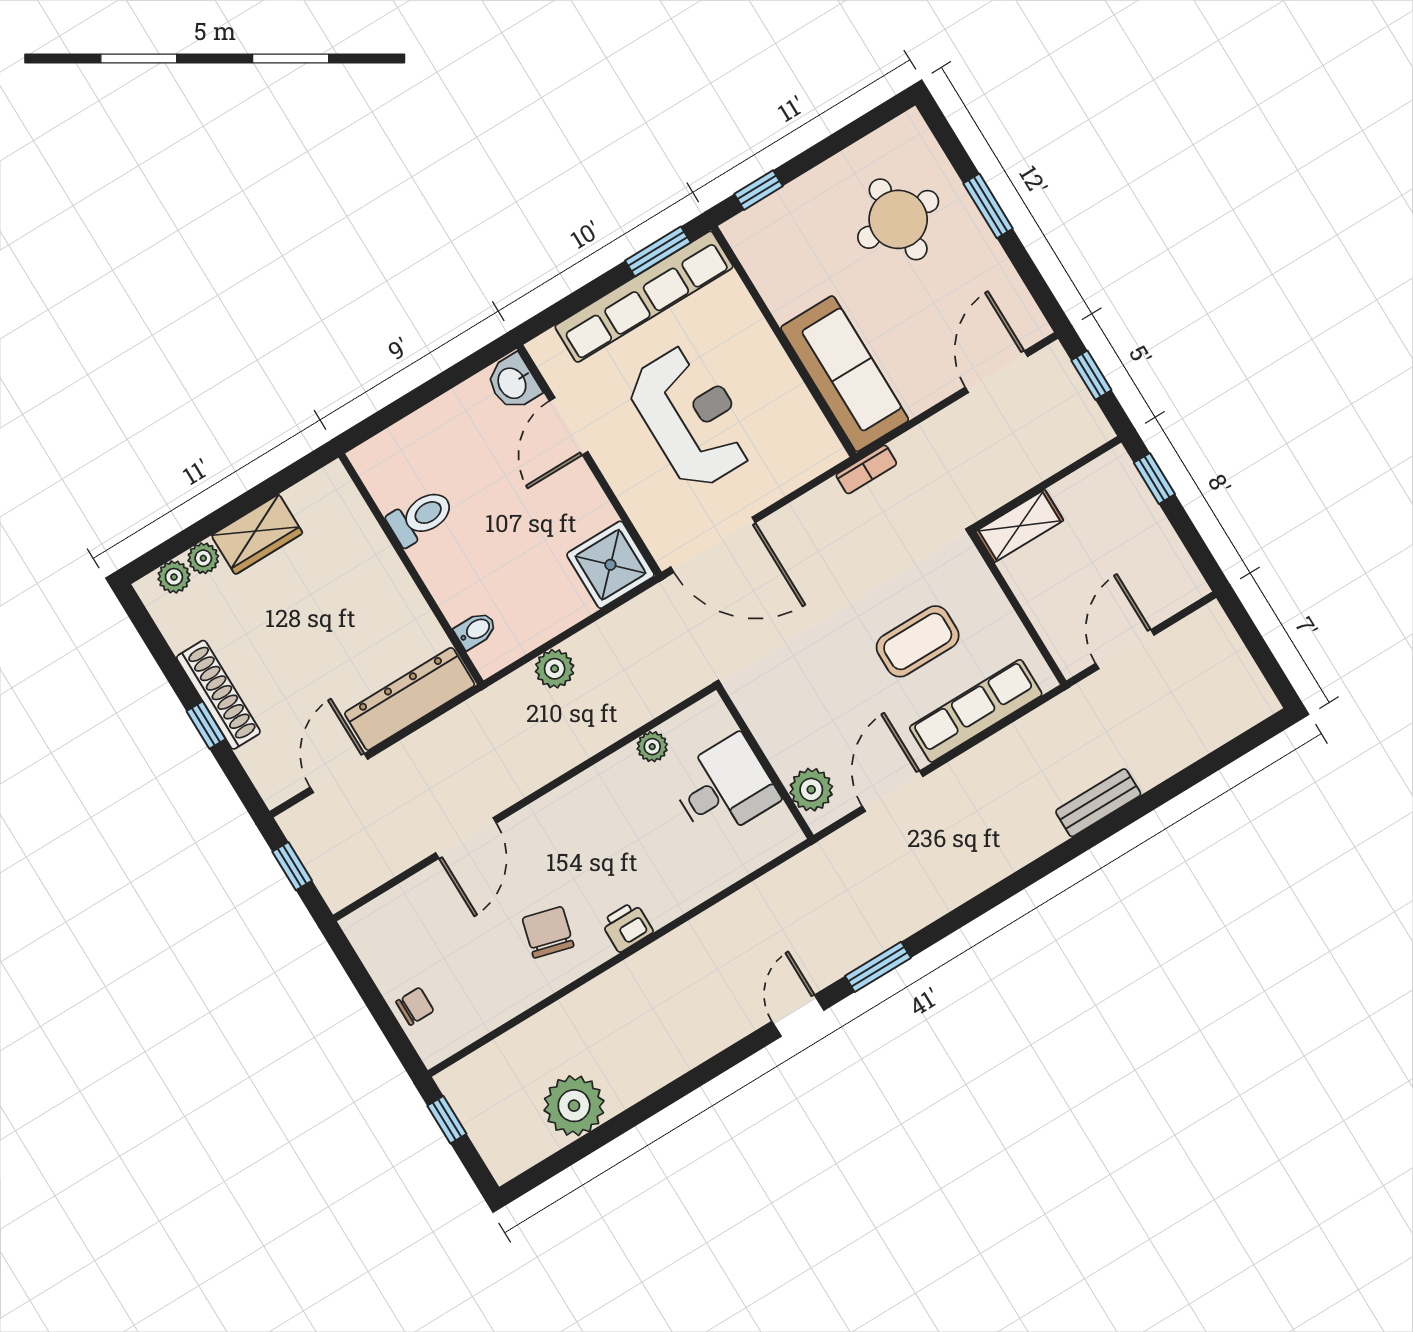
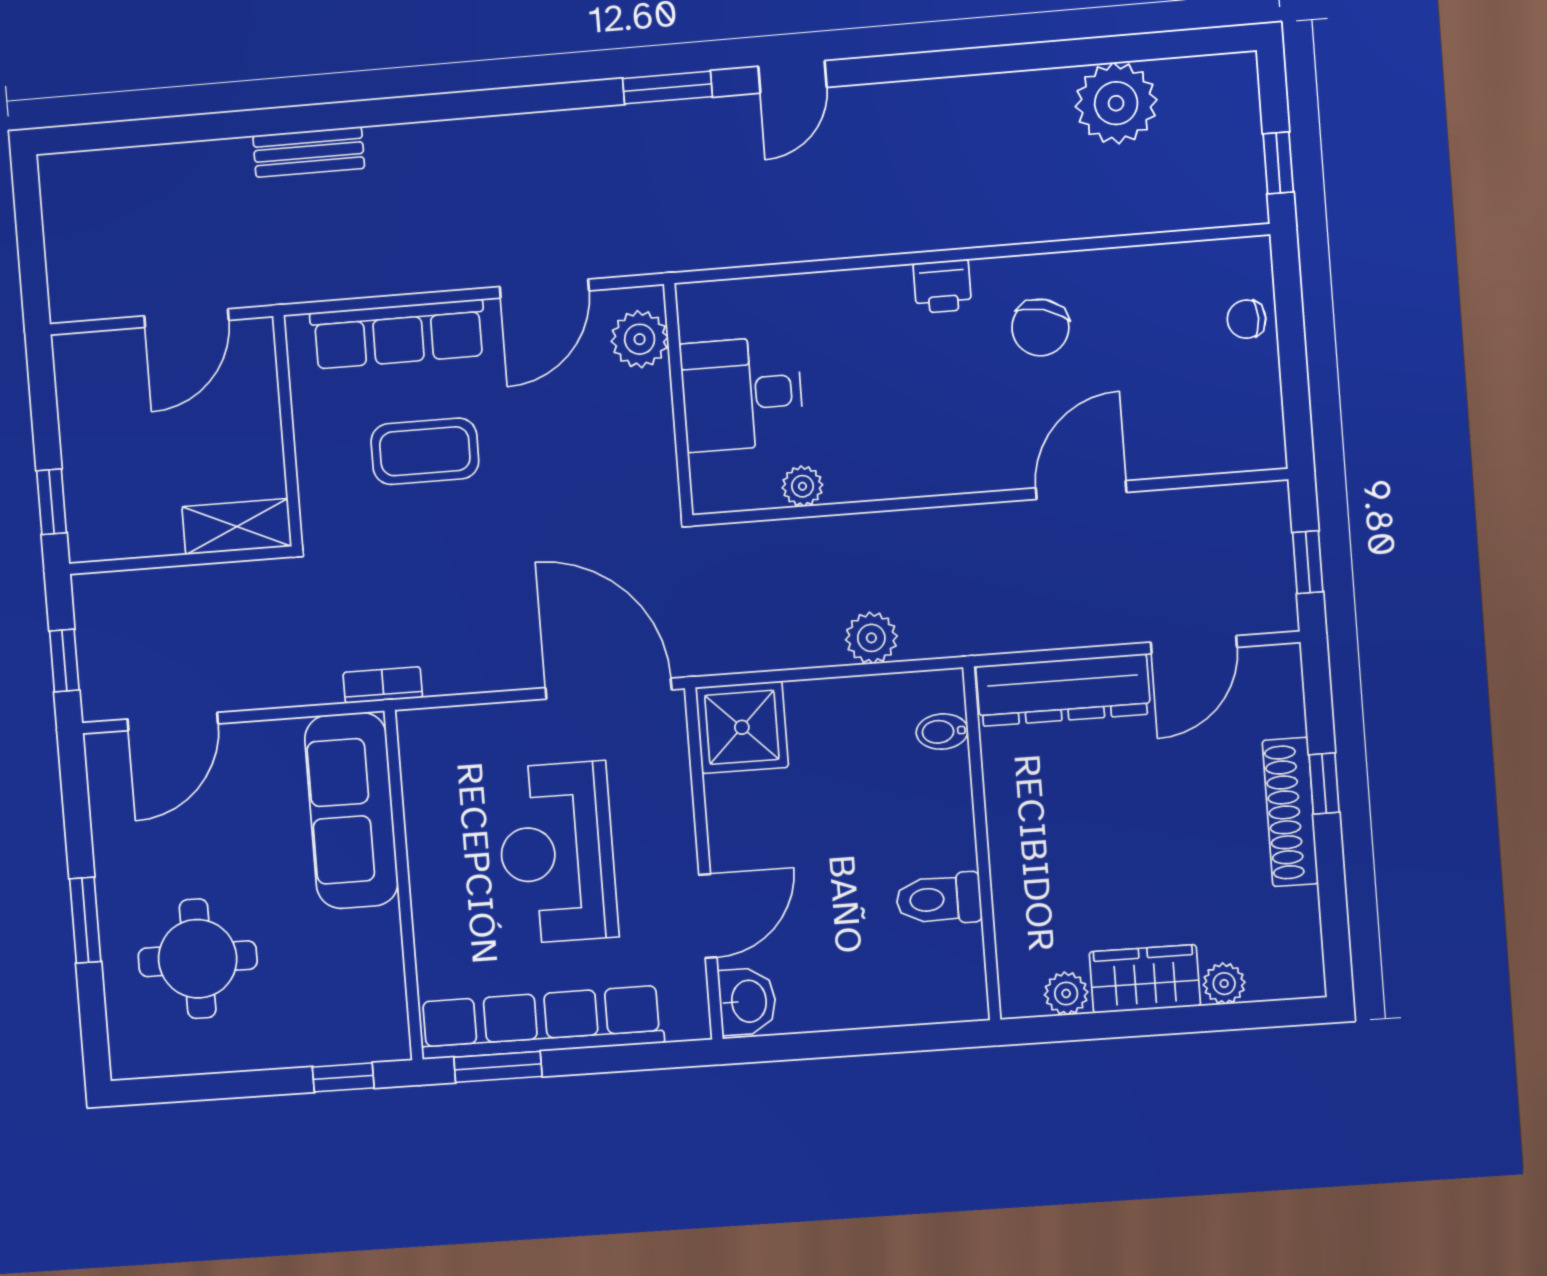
plant: (174, 577) -> (1066, 993), moved

